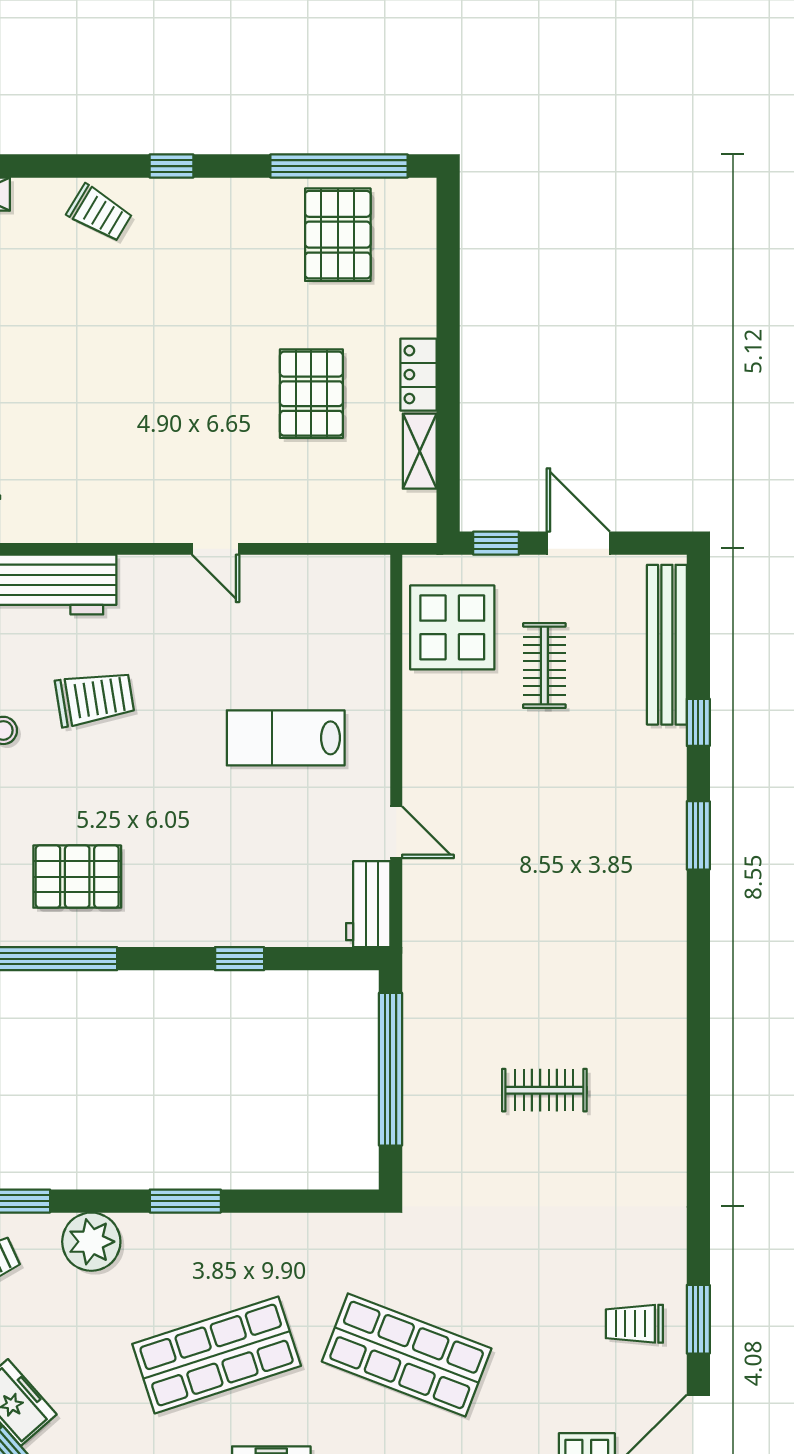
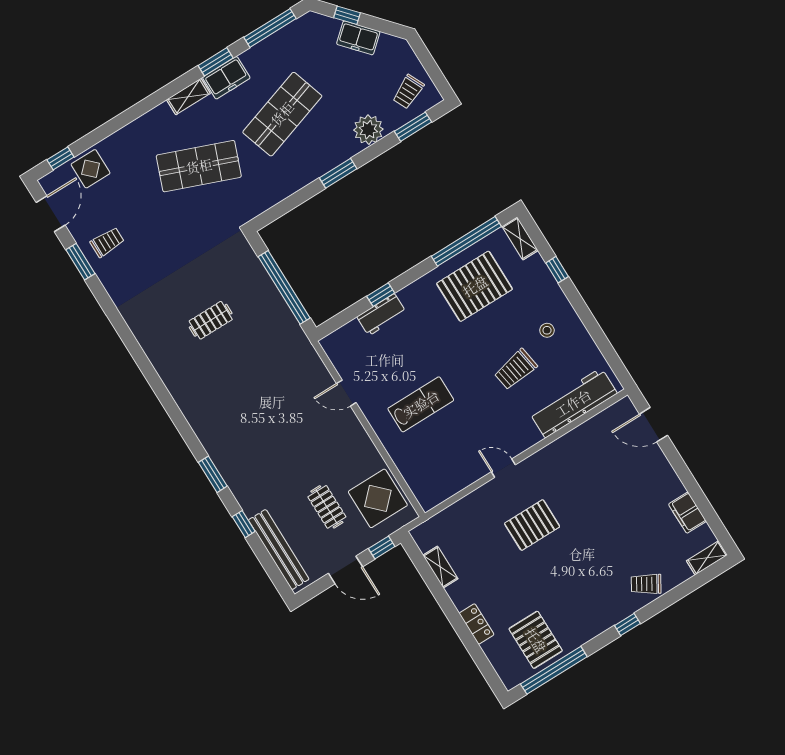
locker: (418, 375) -> (477, 624), moved
pallet: (311, 394) -> (532, 525), moved, turned 90
pallet: (77, 877) -> (475, 286), width x1.37, depth x1.41
workbench: (368, 904) -> (382, 315), moved, turned 90

